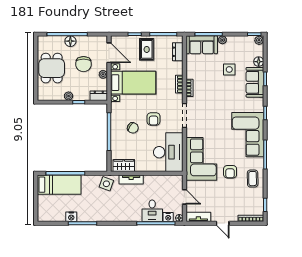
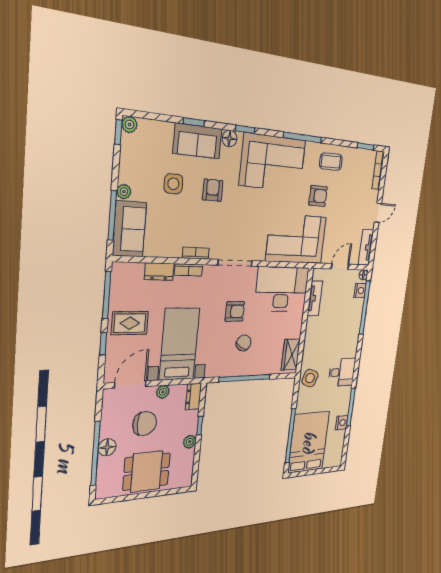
dresser: (178, 52) -> (159, 272), moved
floor lamp: (259, 62) -> (229, 138), moved
armchair: (228, 95) -> (213, 190), added
tv unit: (131, 179) -> (315, 298), moved
bed: (59, 185) -> (309, 442), width x1.50
desk: (152, 211) -> (342, 372), moved

